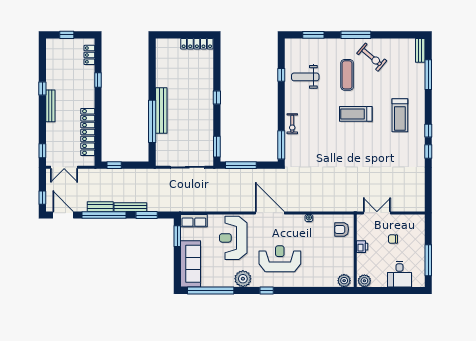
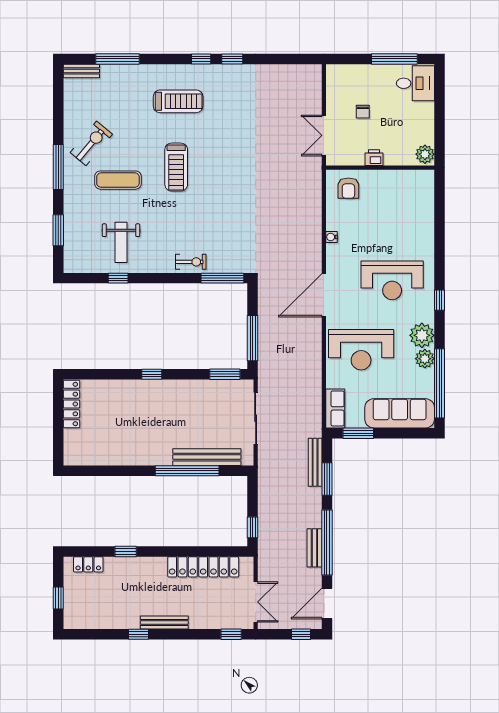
bench: (161, 110) -> (207, 457), moved
bench: (130, 207) -> (315, 462), moved
reception desk: (280, 259) -> (392, 280), turned -90
desk: (399, 274) -> (415, 83), moved
plant: (344, 281) -> (425, 359), moved

